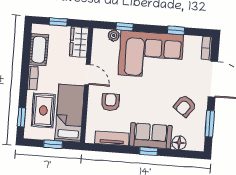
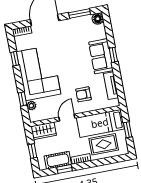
armchair: (185, 106) -> (71, 36), removed
window: (21, 117) -> (65, 169), moved
floor lamp: (179, 143) -> (98, 19), moved

